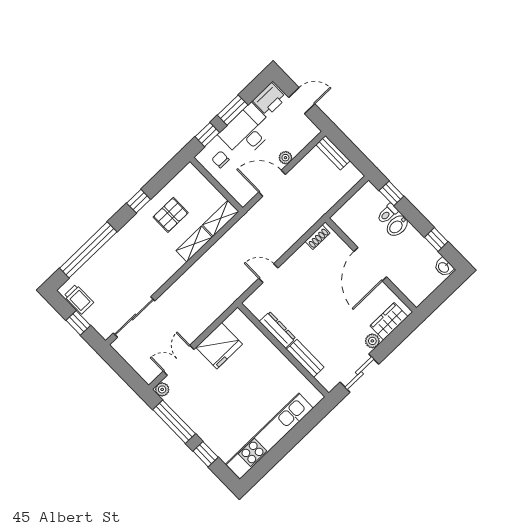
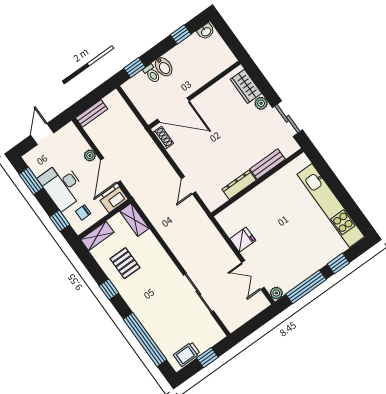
printer: (269, 99) -> (113, 198), moved, turned -90
window: (233, 110) -> (31, 181), moved
shelving: (194, 244) -> (97, 236), moved, turned 90
door: (370, 264) -> (173, 110), moved
trolley: (79, 299) -> (187, 354), turned 180
sliding door: (134, 317) -> (198, 293), moved
fridge: (219, 346) -> (243, 240), width x0.53, depth x0.75

